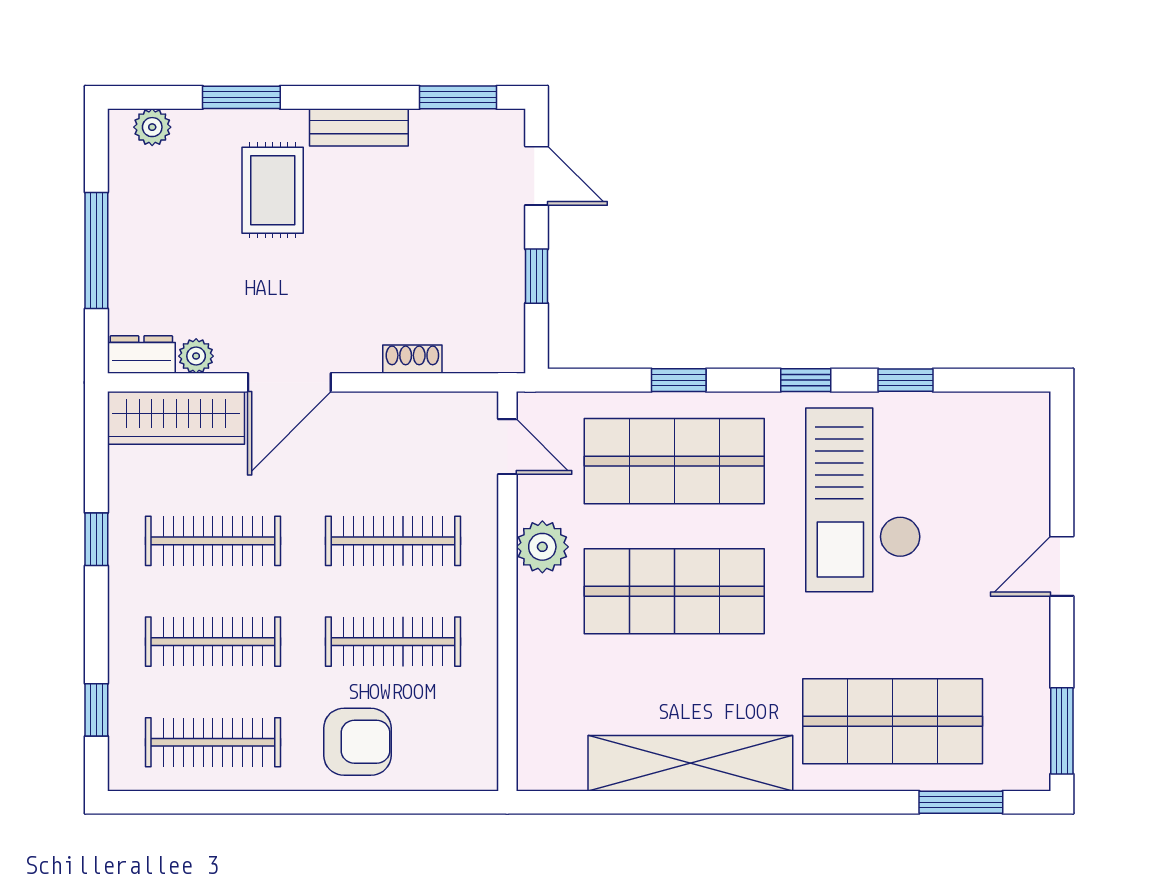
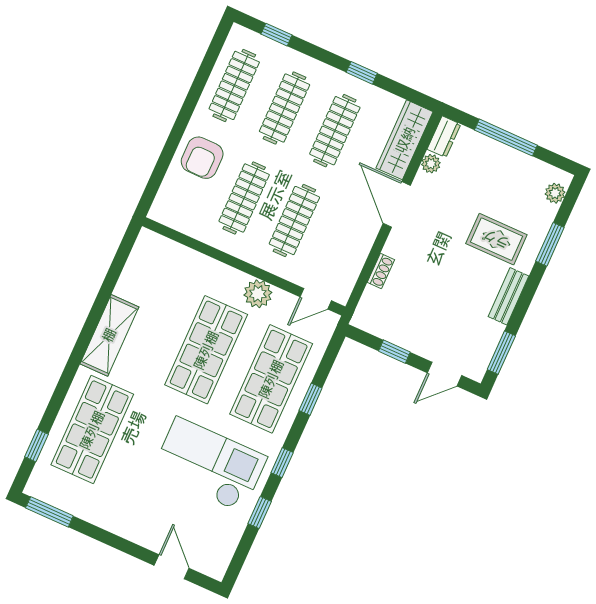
door: (1062, 566) -> (172, 567), moved
shelving: (690, 763) -> (109, 335), width x0.68
window: (961, 802) -> (36, 445), width x0.67

